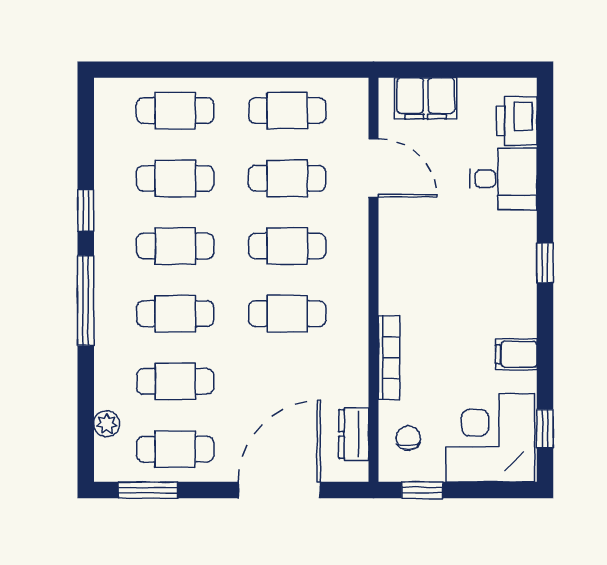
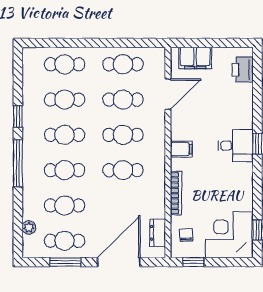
door: (374, 168) -> (168, 94), hinge flipped
desk: (503, 179) -> (236, 146), moved
filing cabinet: (516, 354) -> (181, 149), moved, turned 180
window: (148, 490) -> (65, 262), moved

